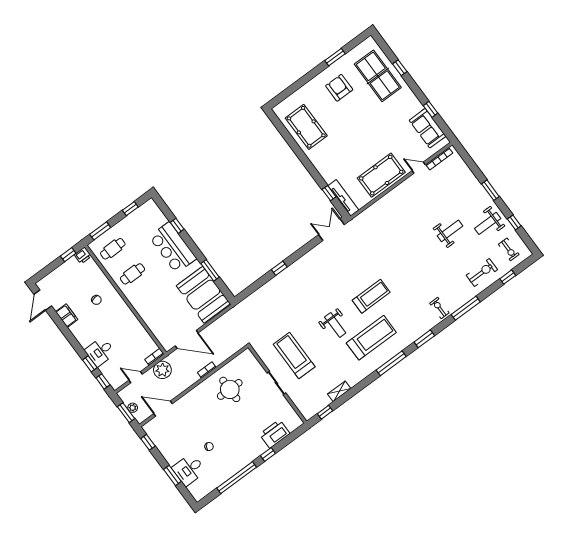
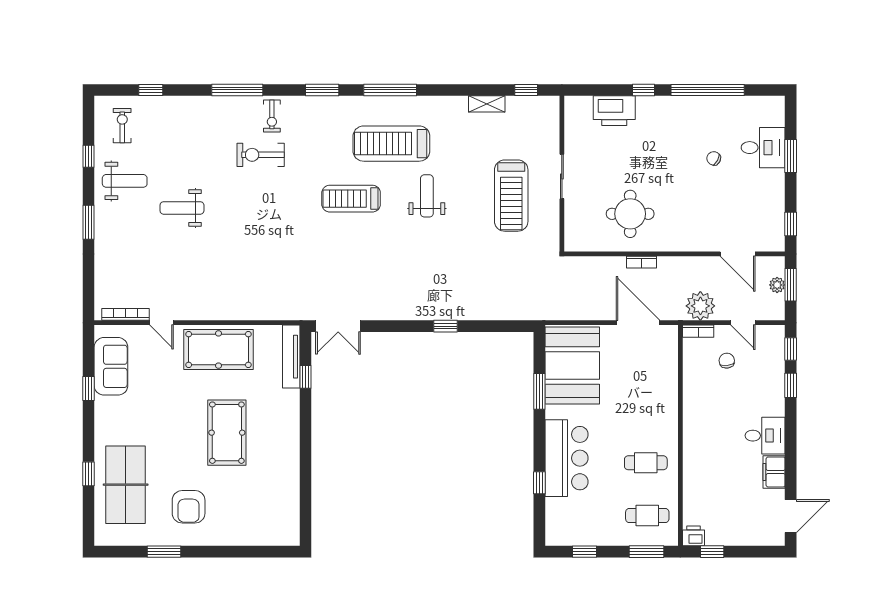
pool table: (306, 127) -> (227, 433), moved
exercise bike: (482, 272) -> (261, 155), moved
chair: (96, 300) -> (727, 361), moved
desk: (100, 352) -> (765, 436), moved

